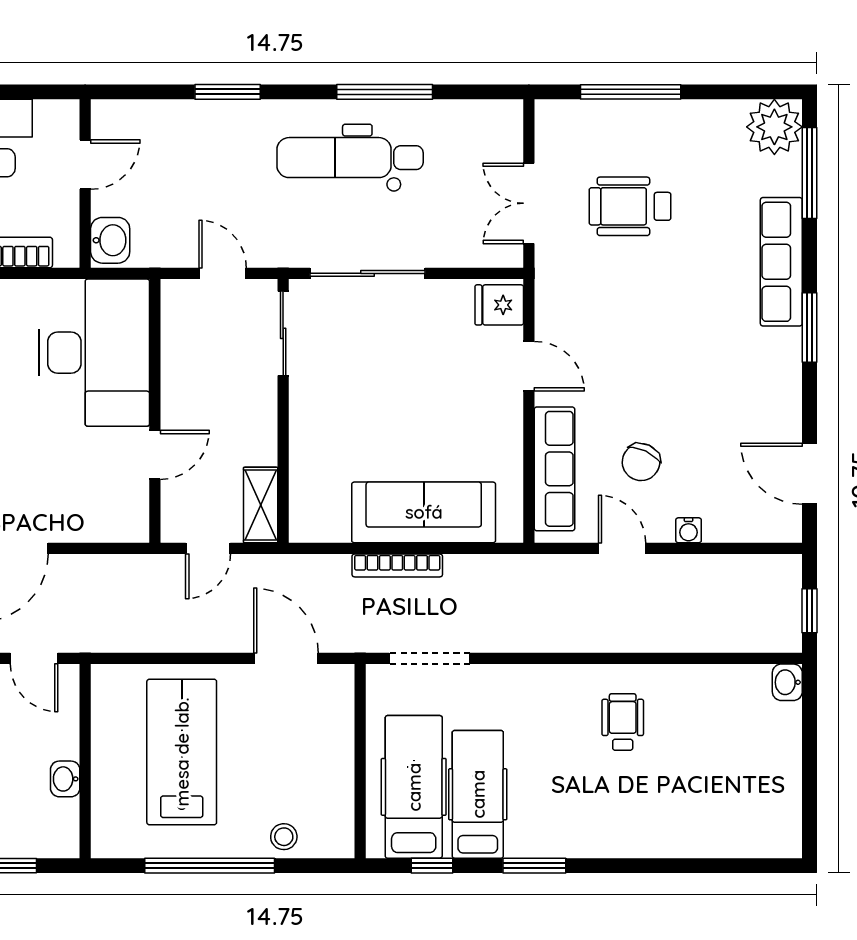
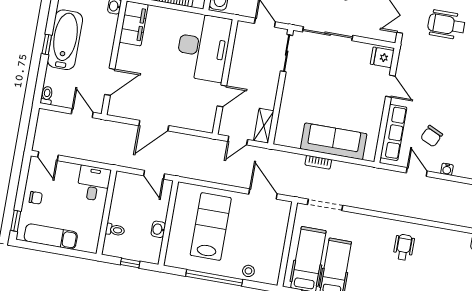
bookcase: (397, 565) -> (318, 162), width x0.64

